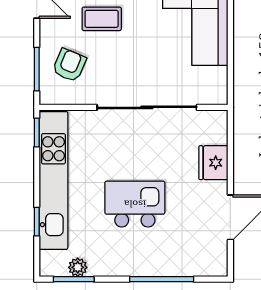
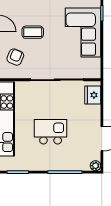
fridge: (213, 163) -> (93, 95), moved
plant: (78, 267) -> (95, 166), moved

